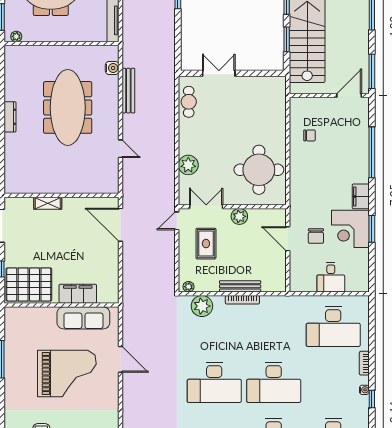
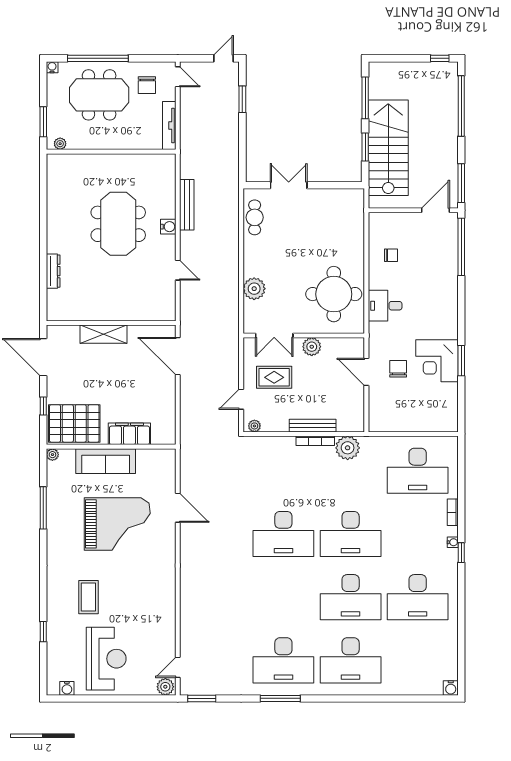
water cooler: (112, 68) -> (168, 227), moved
meeting table: (68, 107) -> (118, 224), width x0.73
dresser: (10, 117) -> (53, 271), moved
window: (372, 152) -> (461, 247), moved
filing cabinet: (361, 196) -> (449, 324), removed
shelving: (48, 203) -> (103, 334), width x1.50, depth x1.33
double door: (206, 207) -> (274, 336), swing flipped
door: (177, 221) -> (241, 399), moved
chair: (316, 236) -> (398, 369), turned 180
rug: (206, 244) -> (274, 377), turned 90
desk: (331, 277) -> (385, 306), moved, turned 90
plant: (202, 306) -> (348, 448), moved
plant: (9, 312) -> (52, 455), added
sofa: (83, 318) -> (106, 461), moved

